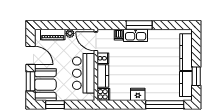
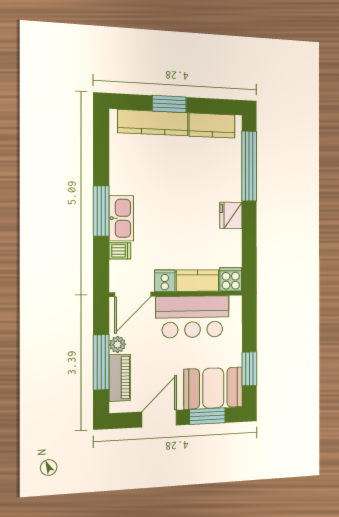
window: (61, 25) -> (101, 362), added
window: (196, 76) -> (169, 104), moved

